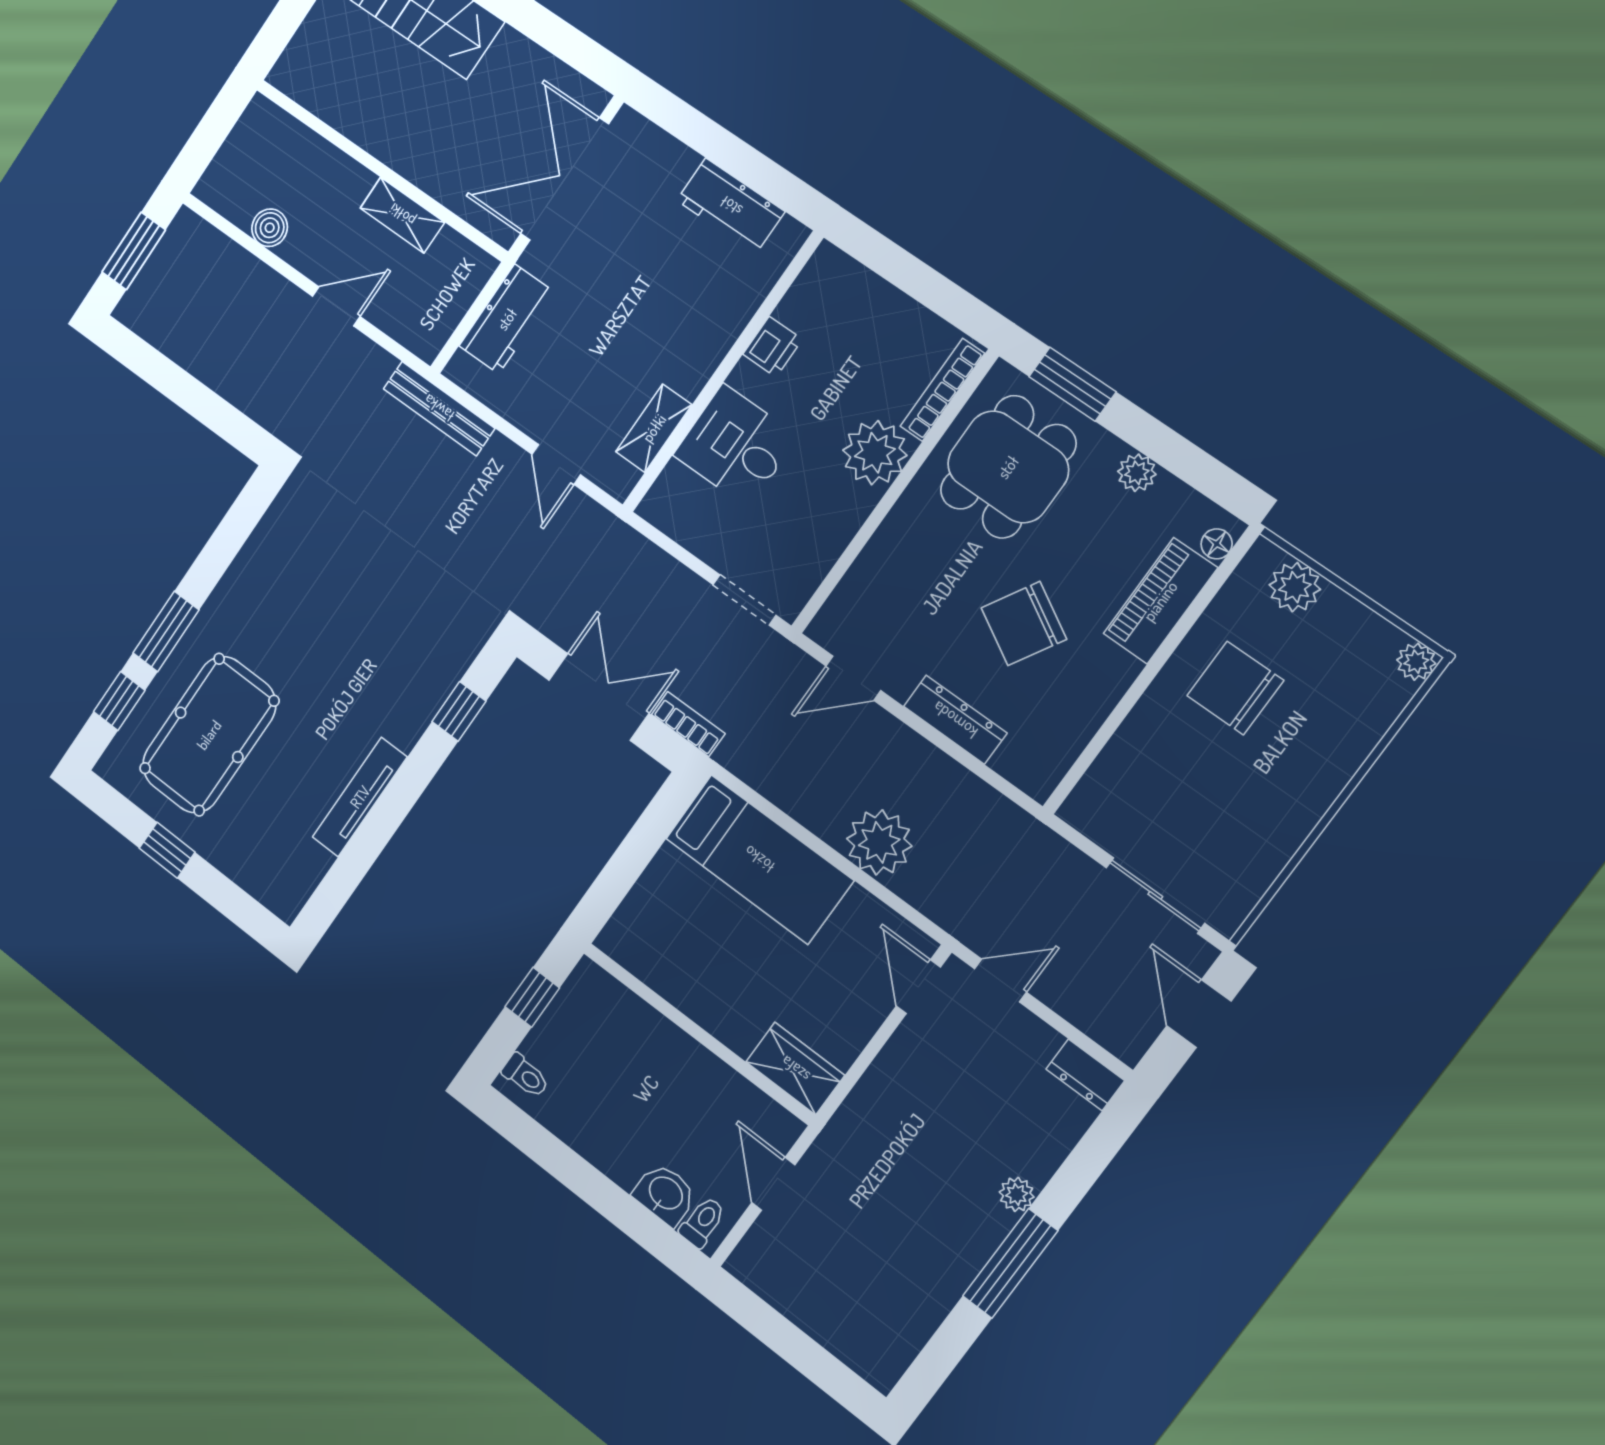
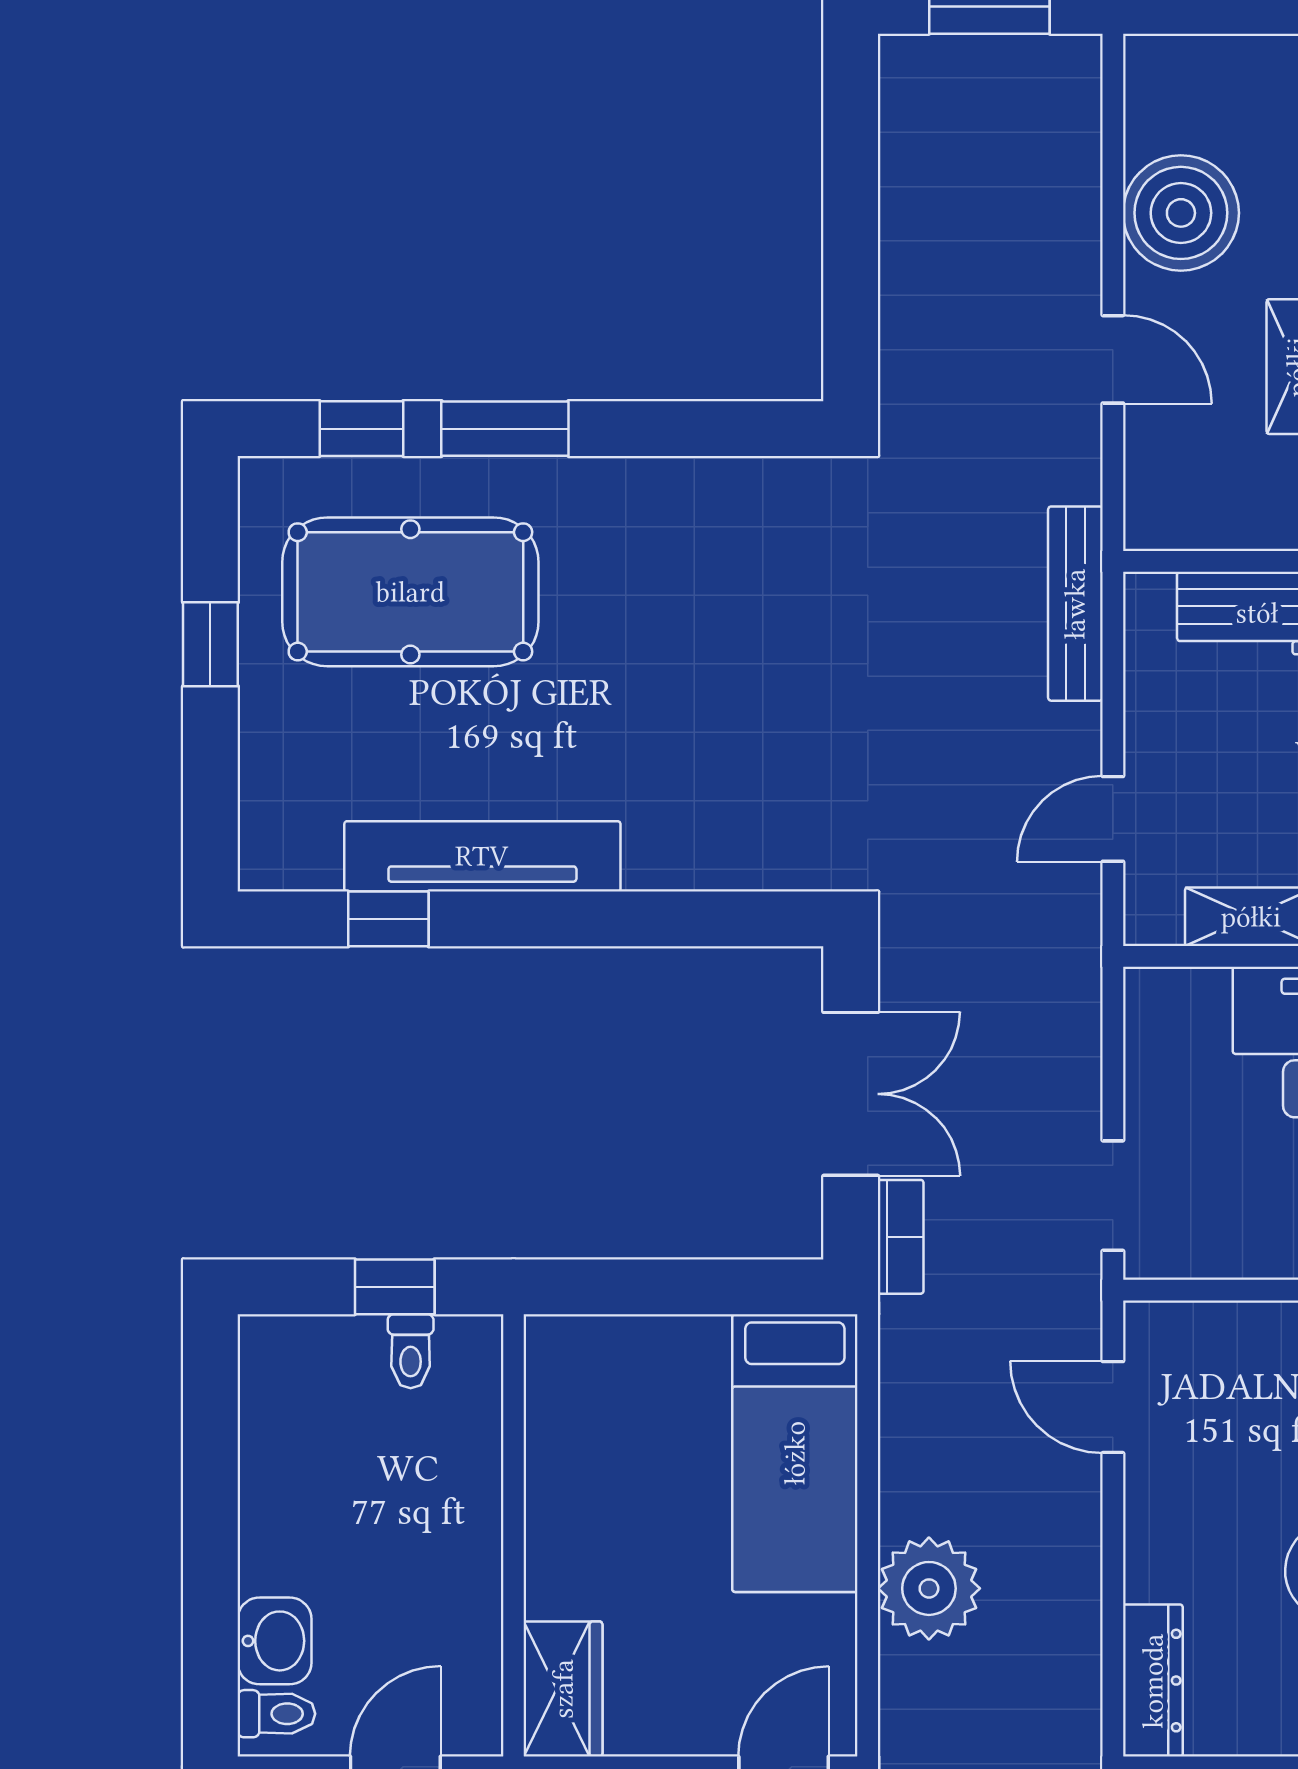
boiler: (270, 228) -> (1181, 213), width x1.86, depth x1.86
window: (459, 711) -> (388, 919), moved
dresser: (955, 720) -> (1153, 1681), moved
tv unit: (360, 797) -> (482, 856), width x1.36, depth x1.29
toilet: (525, 1076) -> (411, 1351), moved

